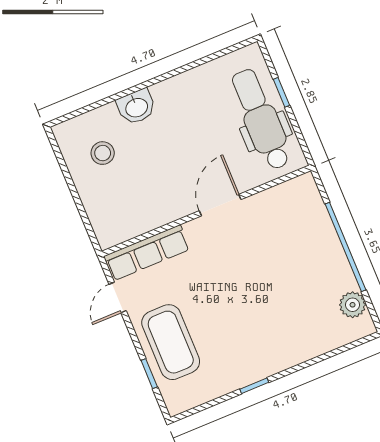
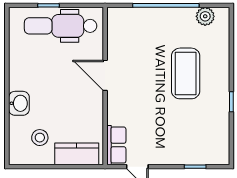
kitchen counter: (101, 211) -> (77, 154), added
row of seats: (147, 253) -> (116, 145), width x0.68
coffee table: (171, 342) -> (186, 73), moved, turned 90

